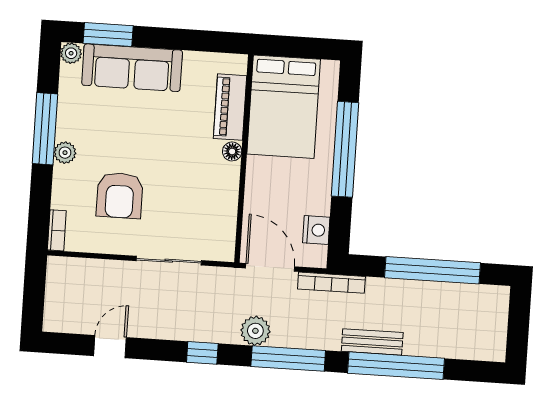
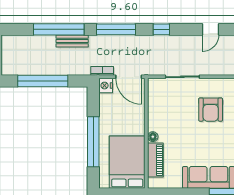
armchair: (120, 195) -> (211, 110), turned 180
nightstand: (316, 230) -> (106, 86), moved
bookcase: (331, 283) -> (102, 71), width x0.64
plant: (255, 331) -> (134, 43), removed

